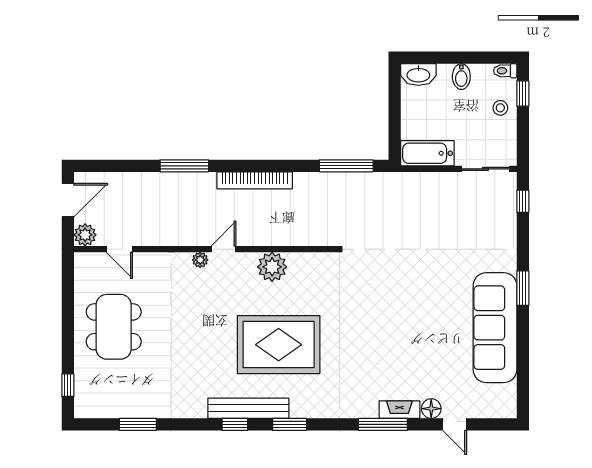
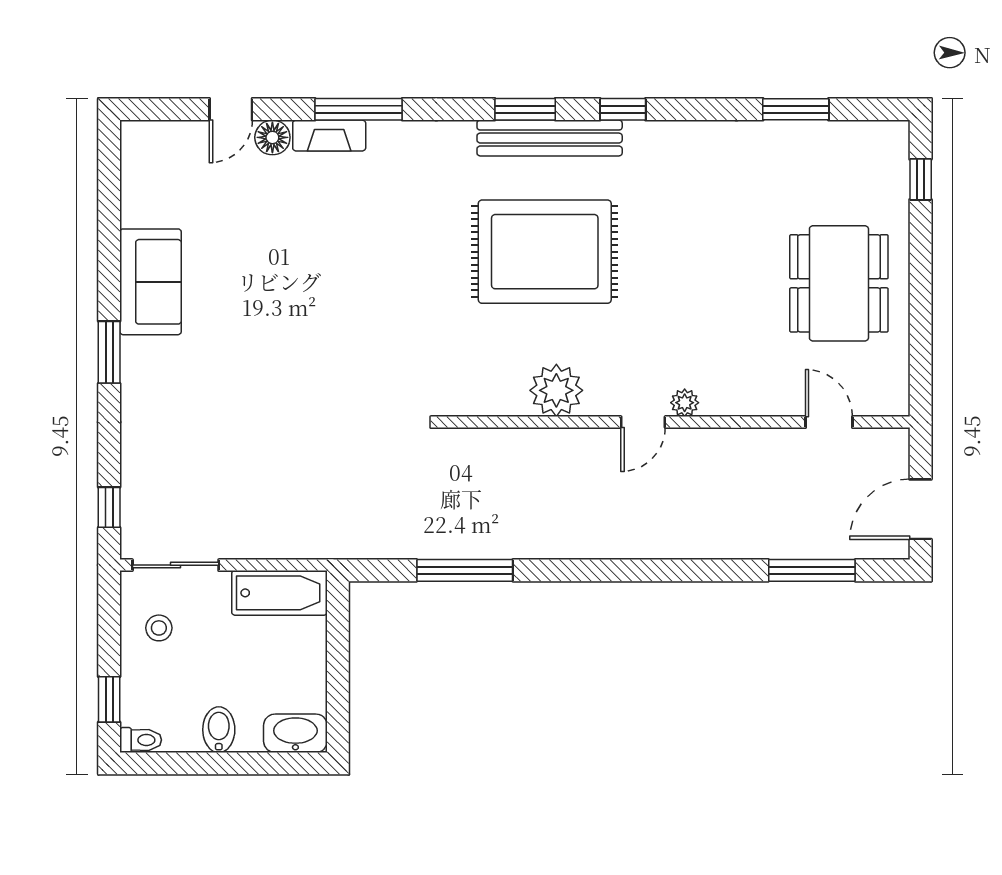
stool: (500, 108) -> (159, 628), moved
window: (184, 166) -> (812, 570), moved
window: (346, 166) -> (465, 570), moved
bookcase: (255, 180) -> (587, 544), removed
plant: (85, 235) -> (890, 447), removed
sofa: (495, 328) -> (151, 282), width x0.54, depth x0.79
bench: (248, 408) -> (550, 138), moved
door: (455, 424) -> (231, 109), swing flipped

